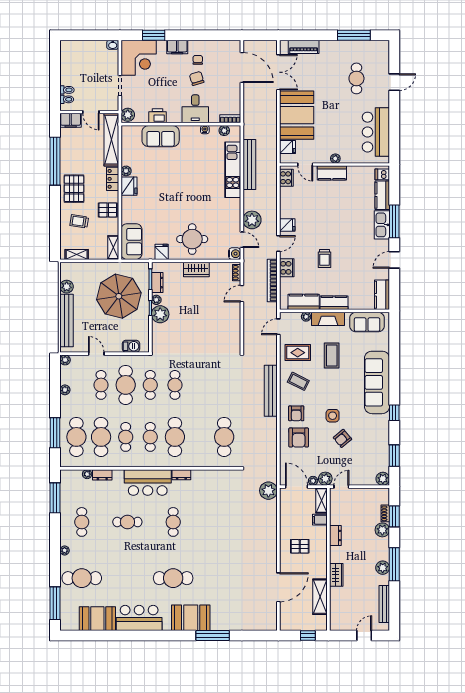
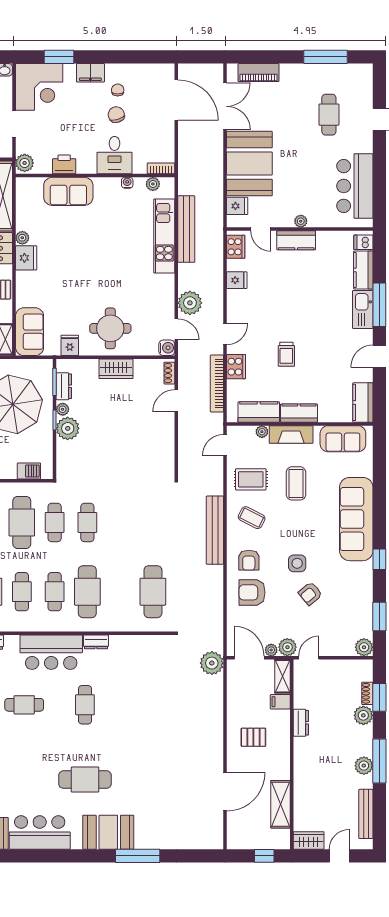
fridge: (287, 225) -> (237, 280), moved
armchair: (299, 438) -> (252, 592), turned 90
wardrobe: (336, 575) -> (309, 840), moved, turned -90

